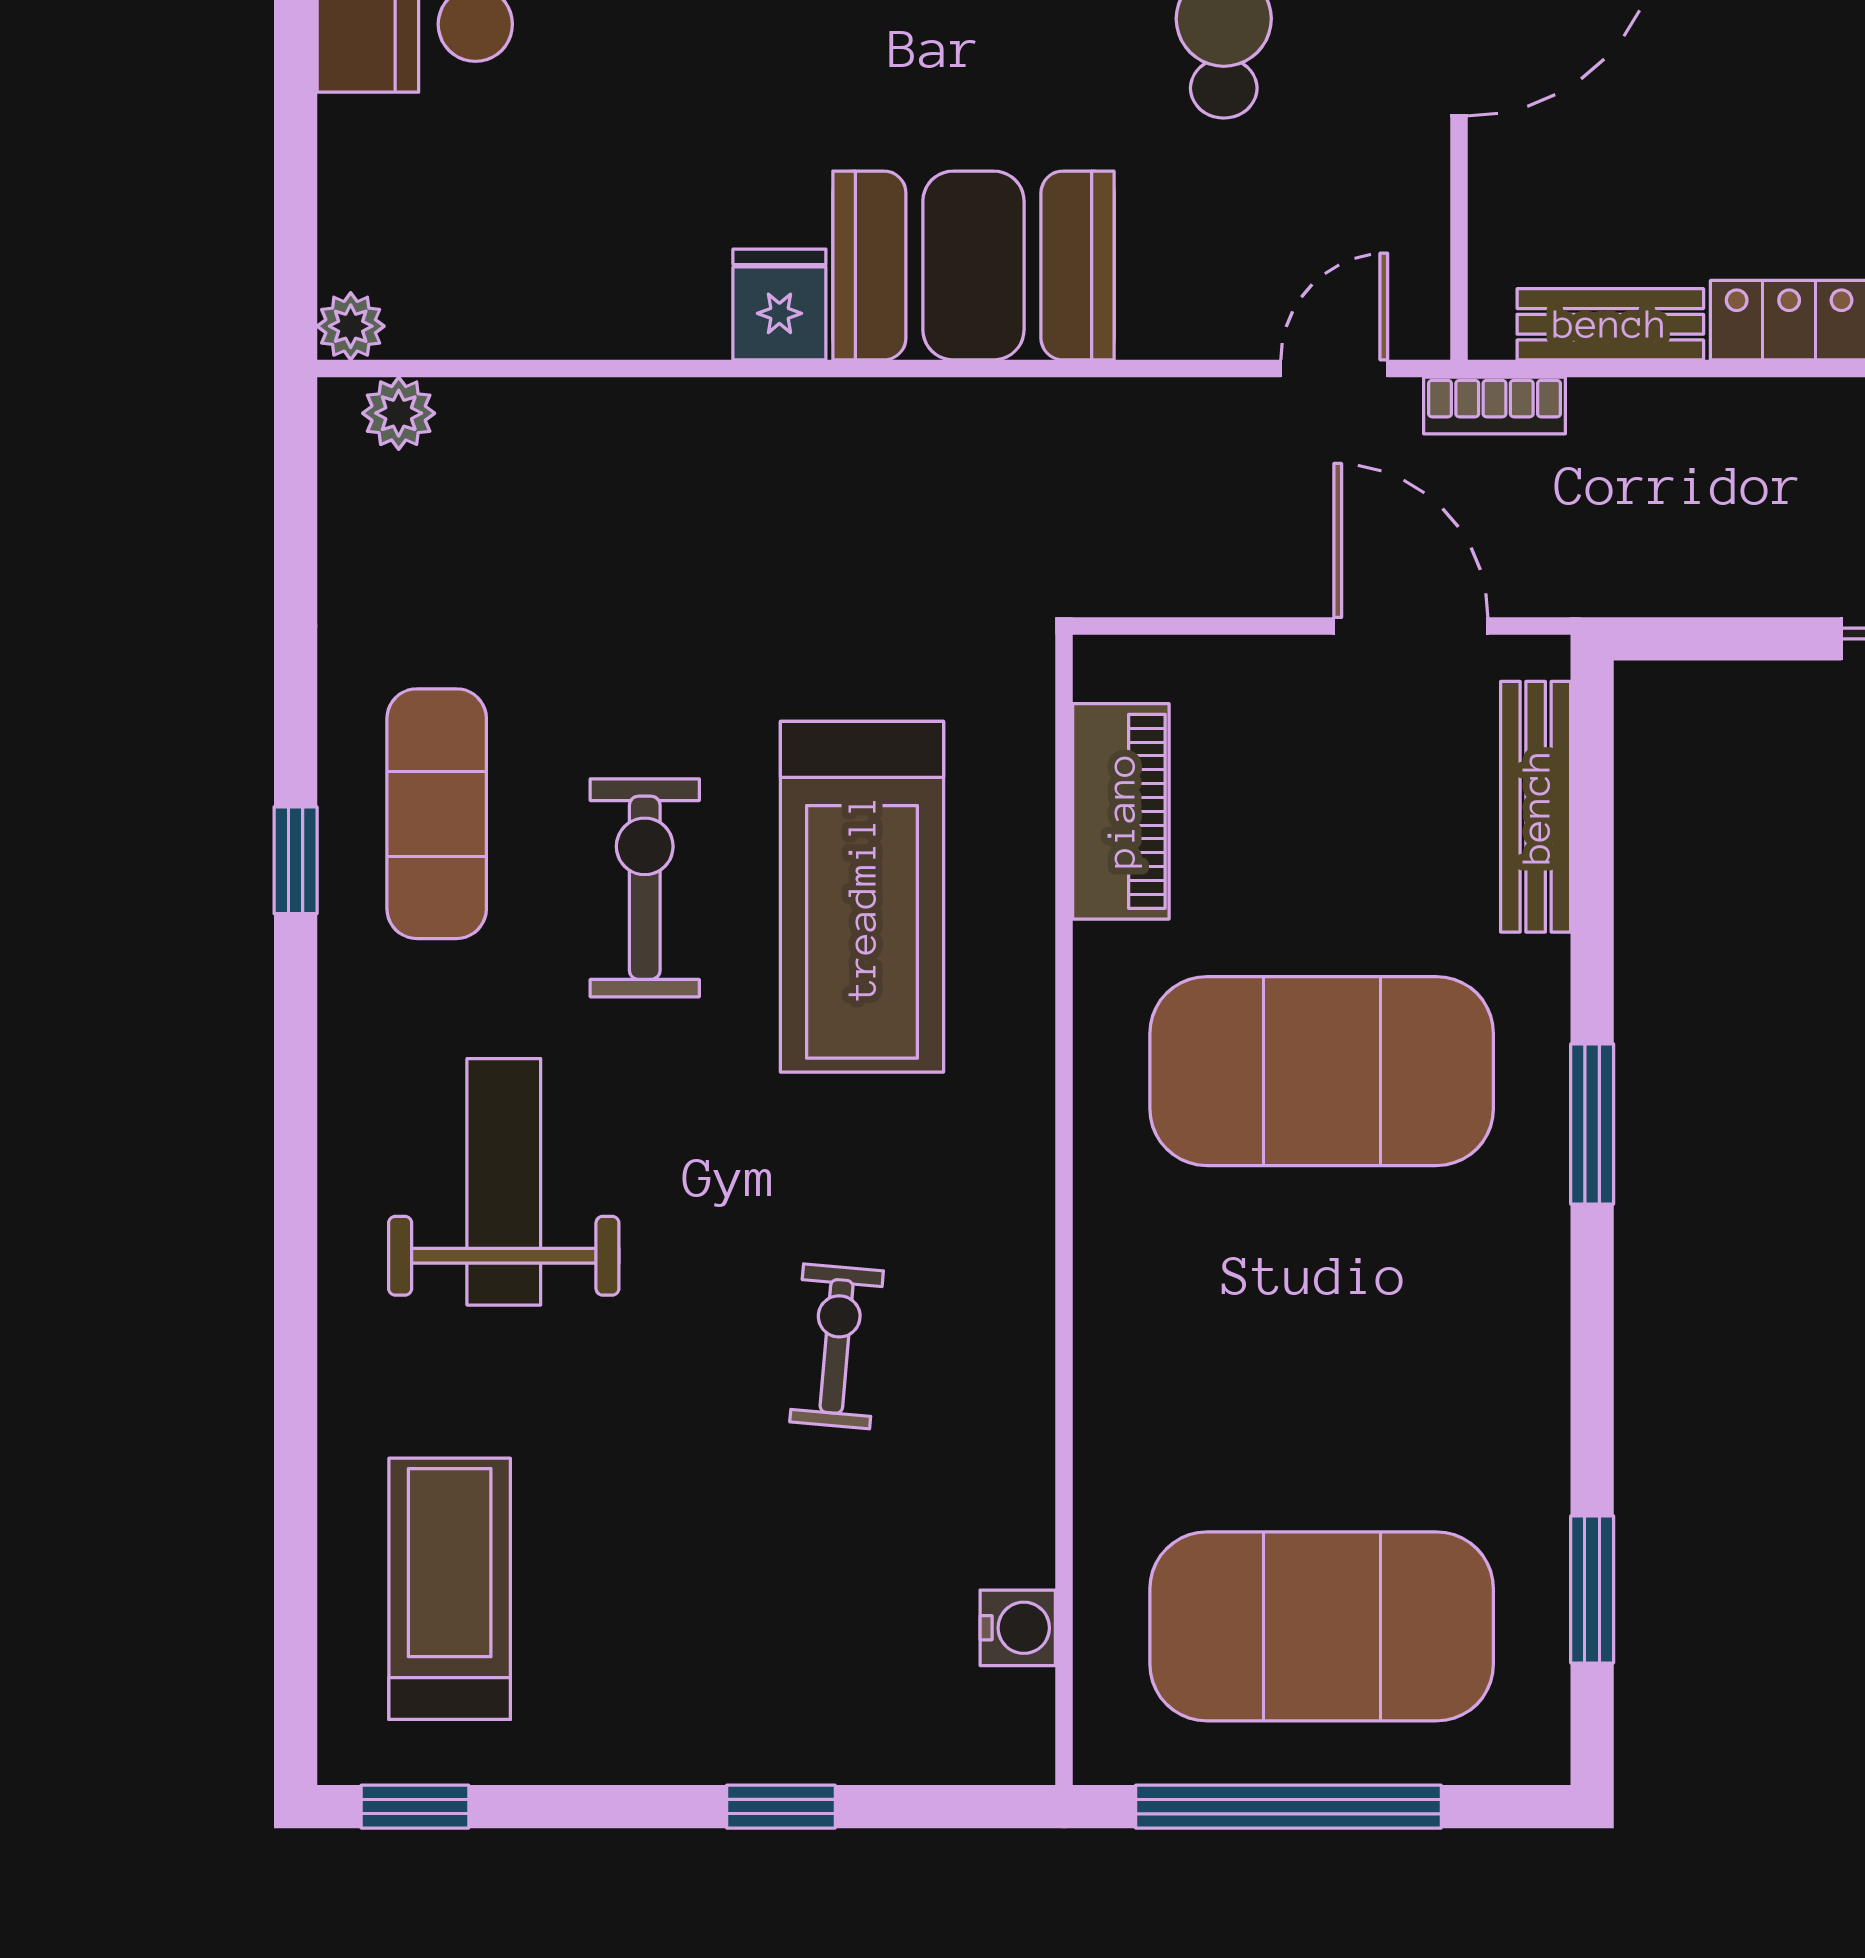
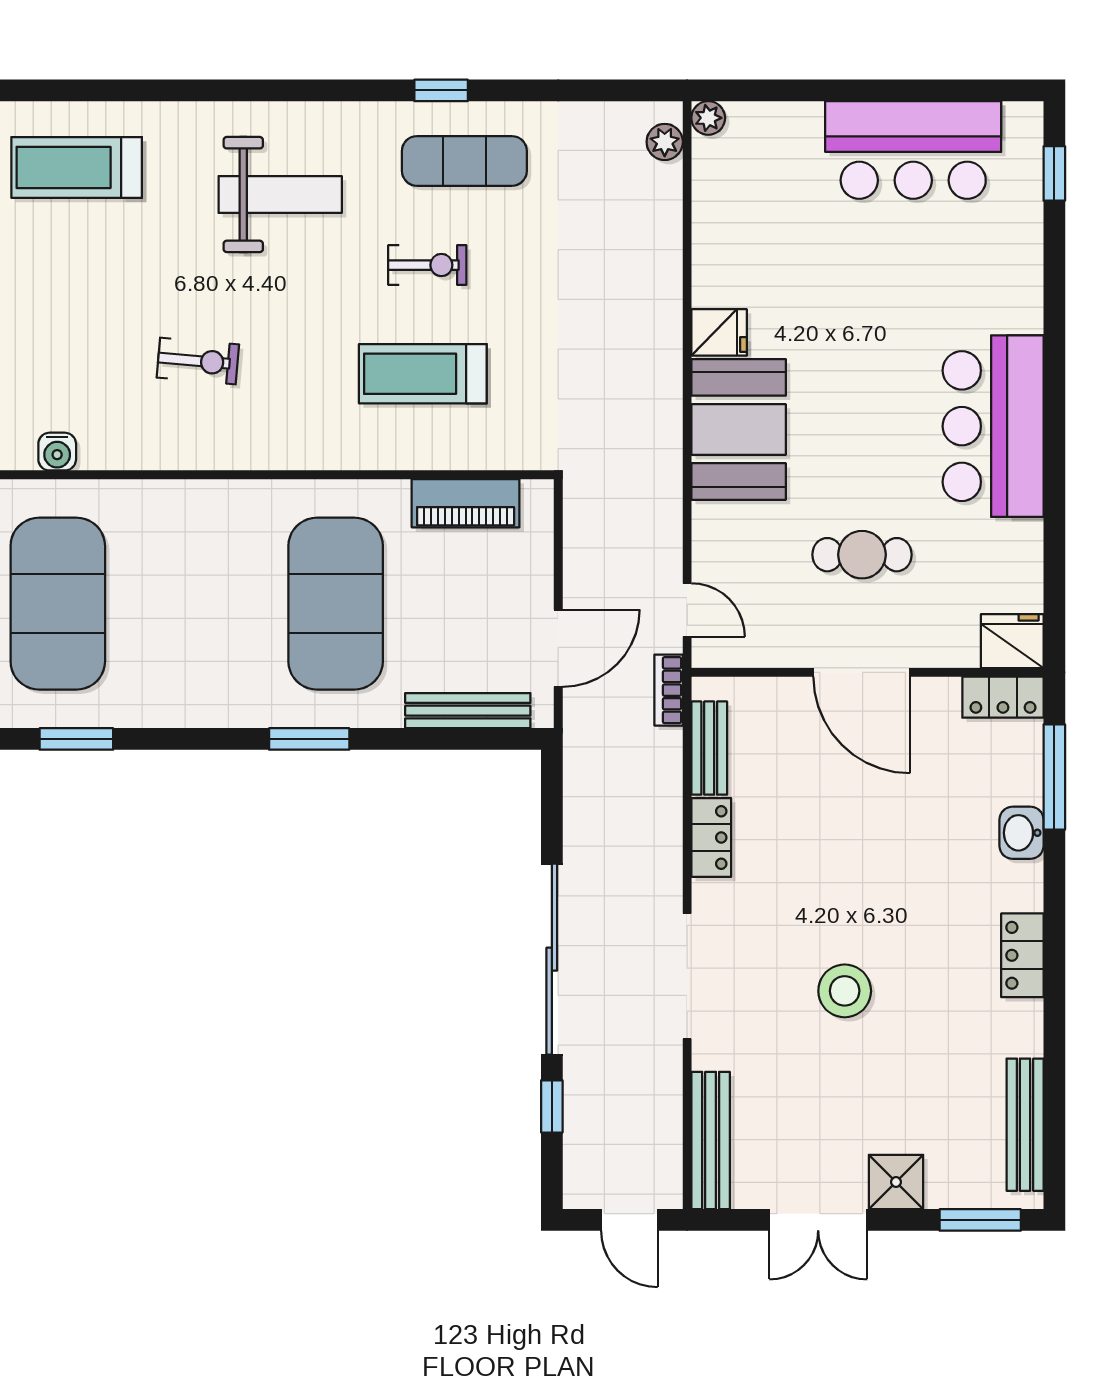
exercise bike: (645, 888) -> (427, 265), width x0.73, depth x0.72
treadmill: (862, 897) -> (423, 374), width x0.73, depth x0.73
treadmill: (450, 1589) -> (77, 167), turned 180

